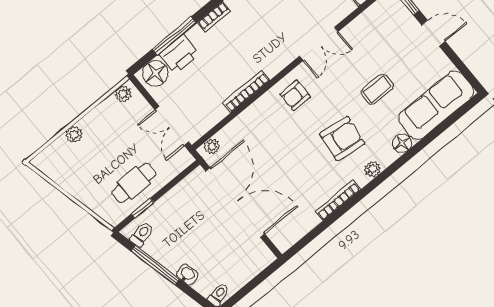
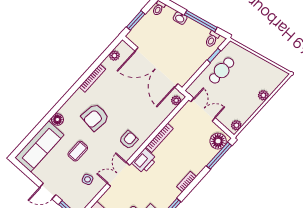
window: (174, 36) -> (219, 156), moved
side table: (368, 43) -> (88, 179), added
printer: (179, 54) -> (144, 161), moved, turned 180
plant: (373, 169) -> (114, 56), moved
window: (257, 281) -> (136, 20), added

